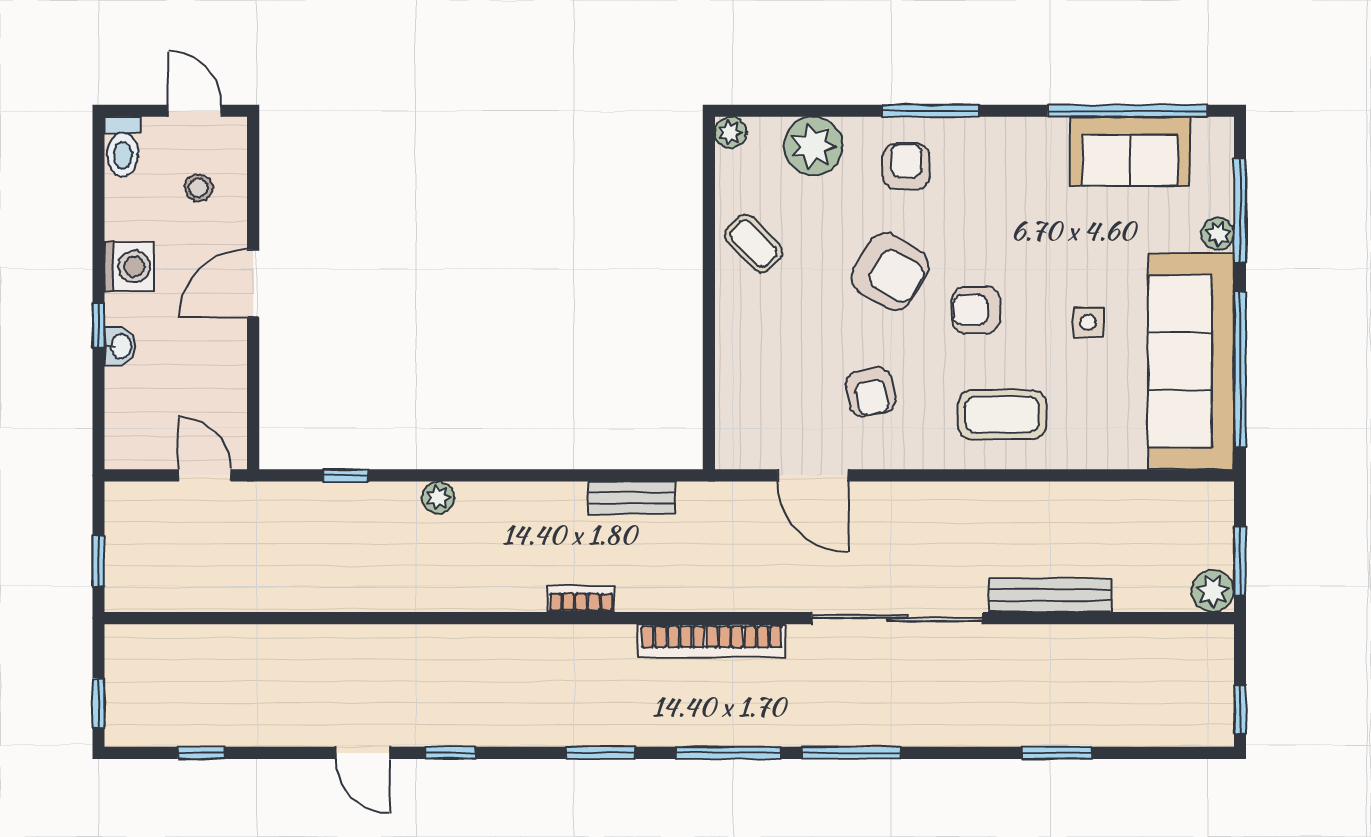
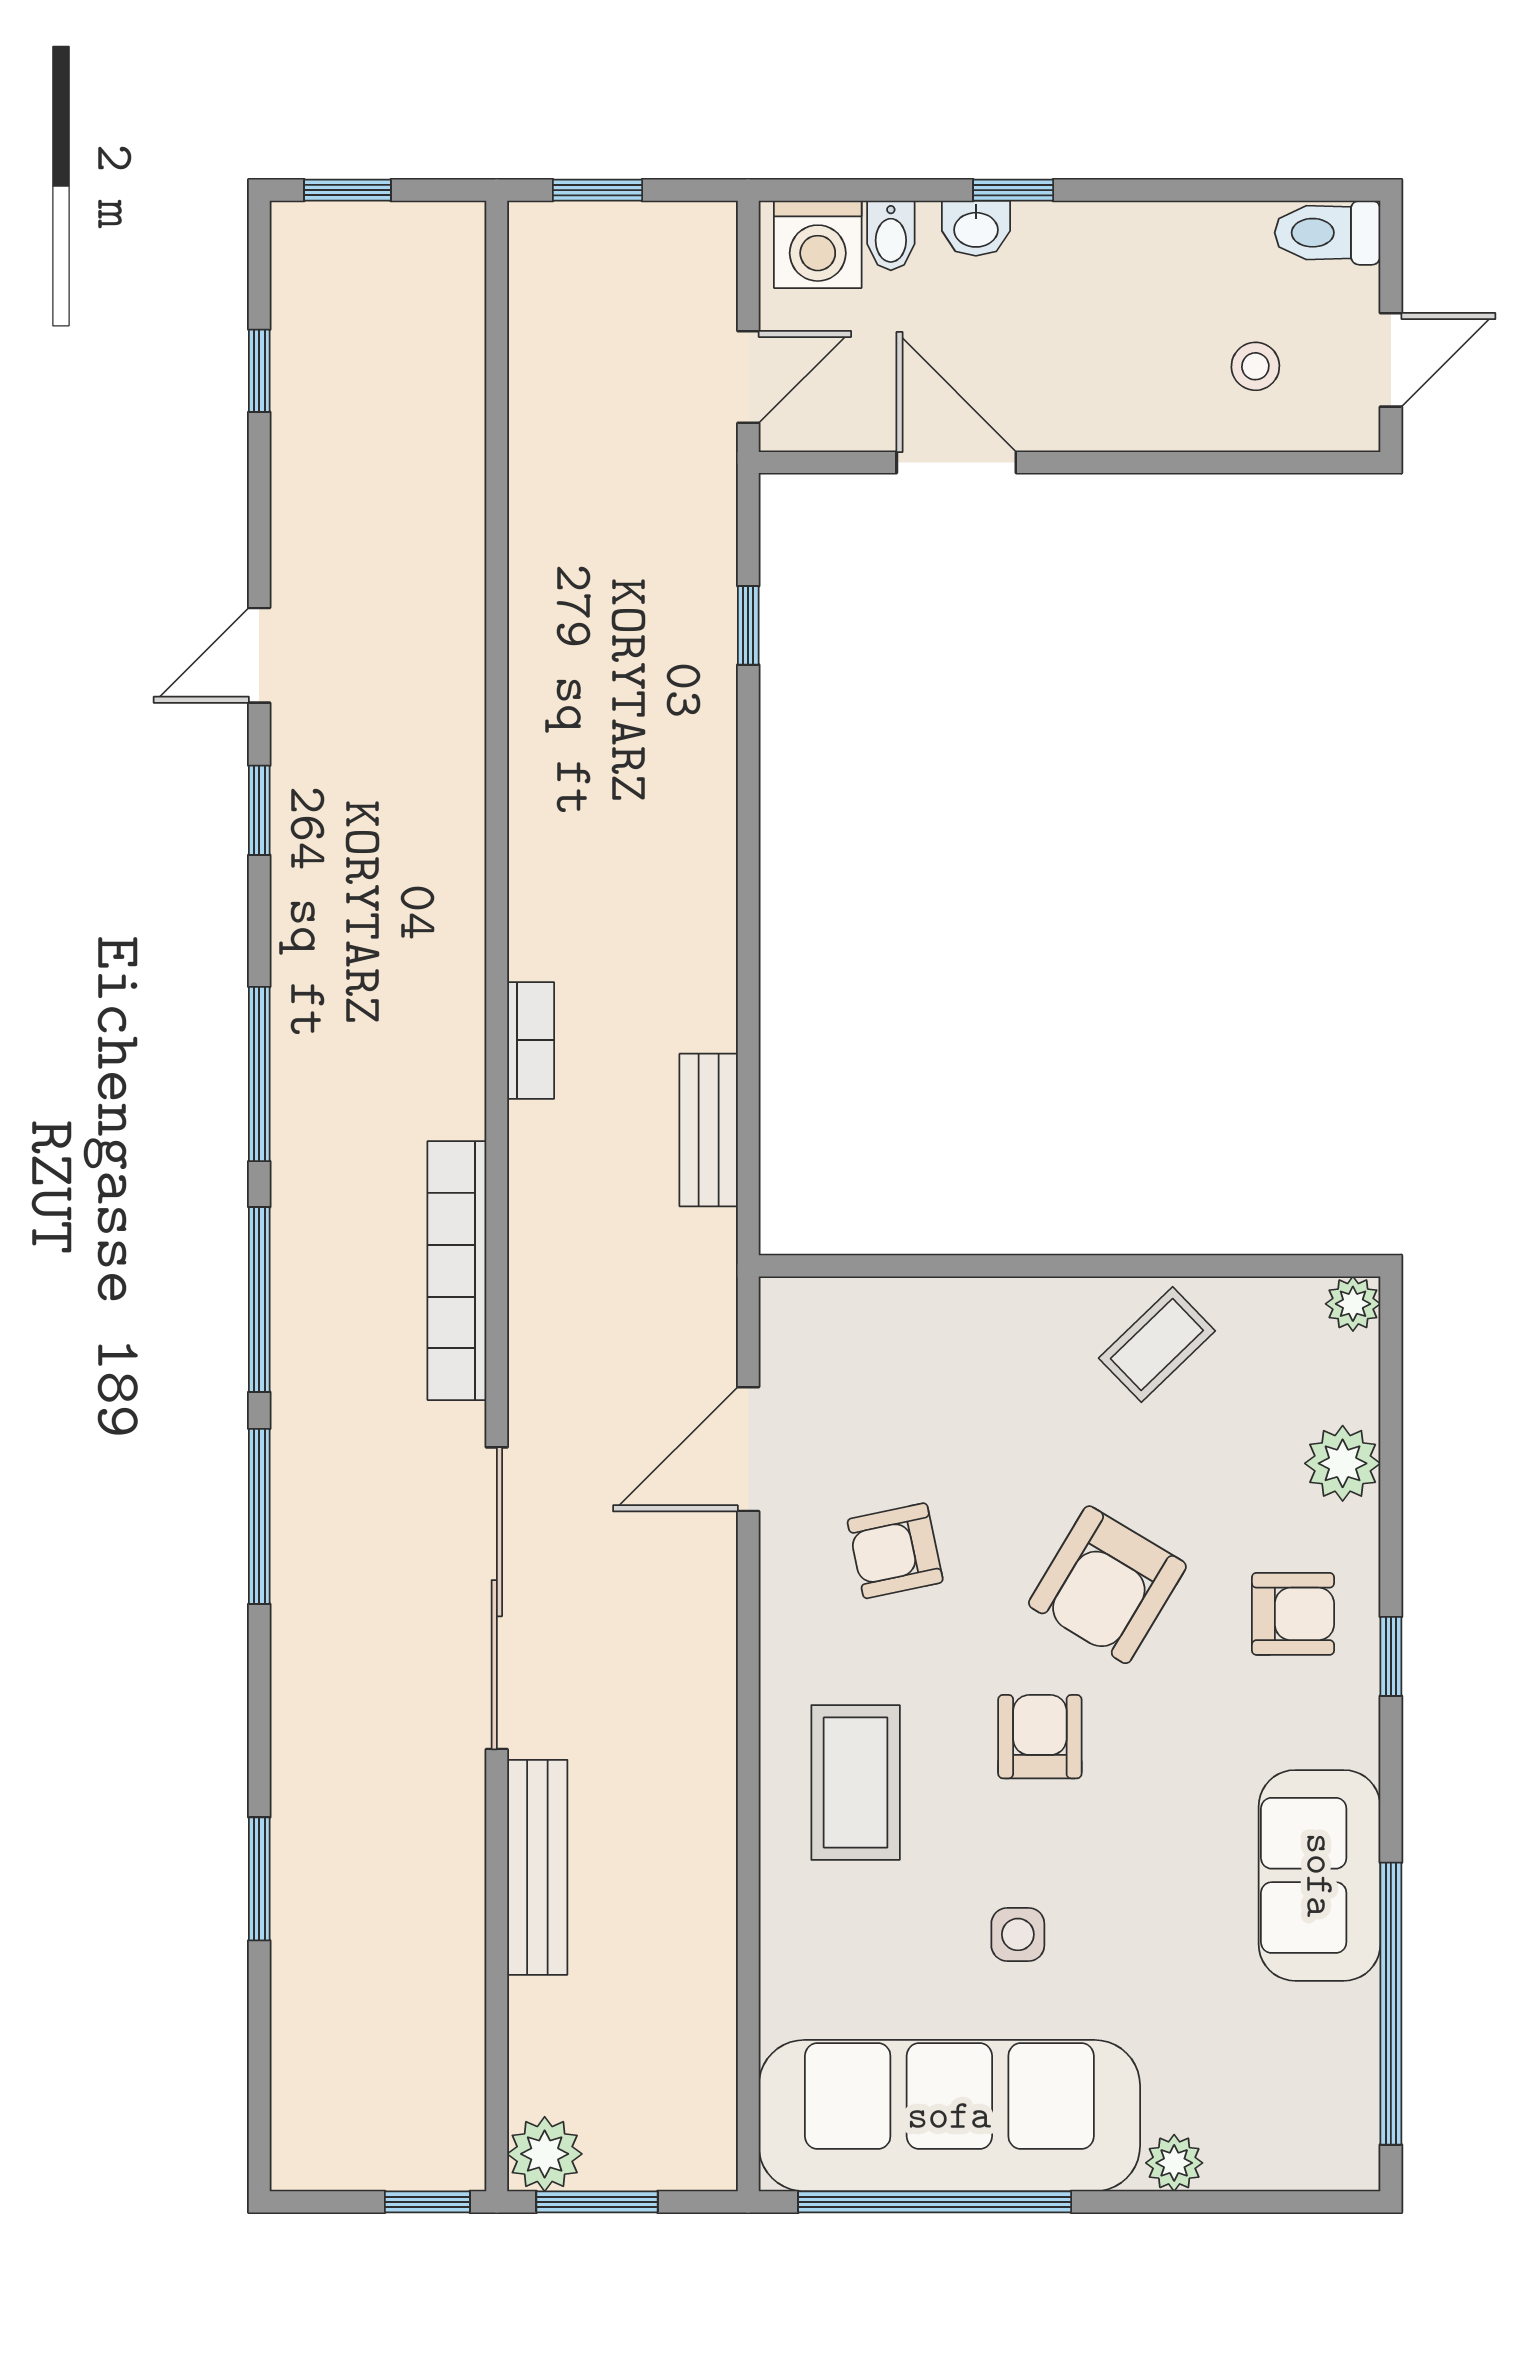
window: (930, 111) -> (1391, 1656), width x0.46
plant: (813, 146) -> (1343, 1463), width x0.73, depth x0.73
sofa: (1130, 151) -> (1319, 1875), moved
window: (1240, 210) -> (1215, 2202), removed
washing machine: (129, 267) -> (818, 244), moved
door: (253, 283) -> (956, 462), moved
bidet: (124, 395) -> (891, 235), added
plant: (438, 498) -> (709, 789), removed
window: (1240, 710) -> (427, 2202), moved
window: (600, 753) -> (259, 1074), width x1.44

